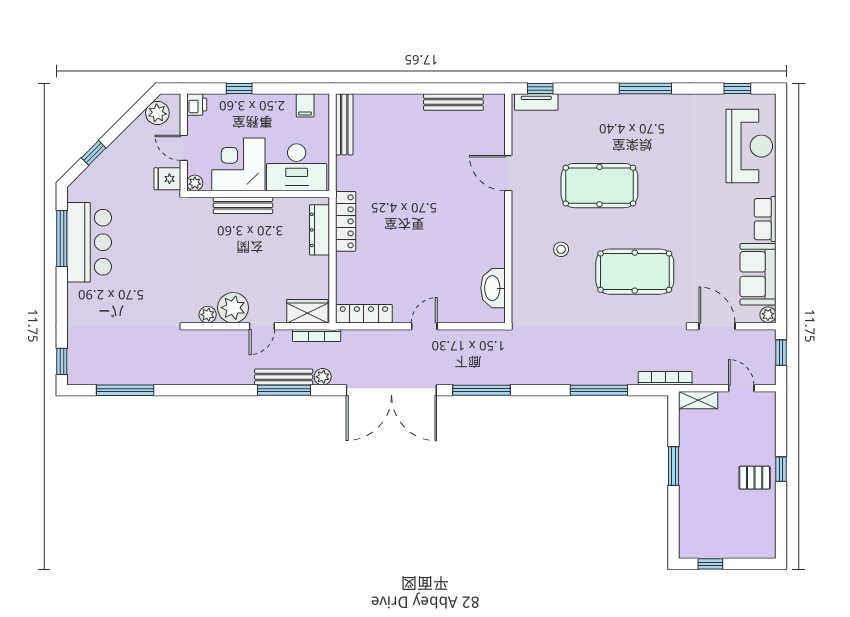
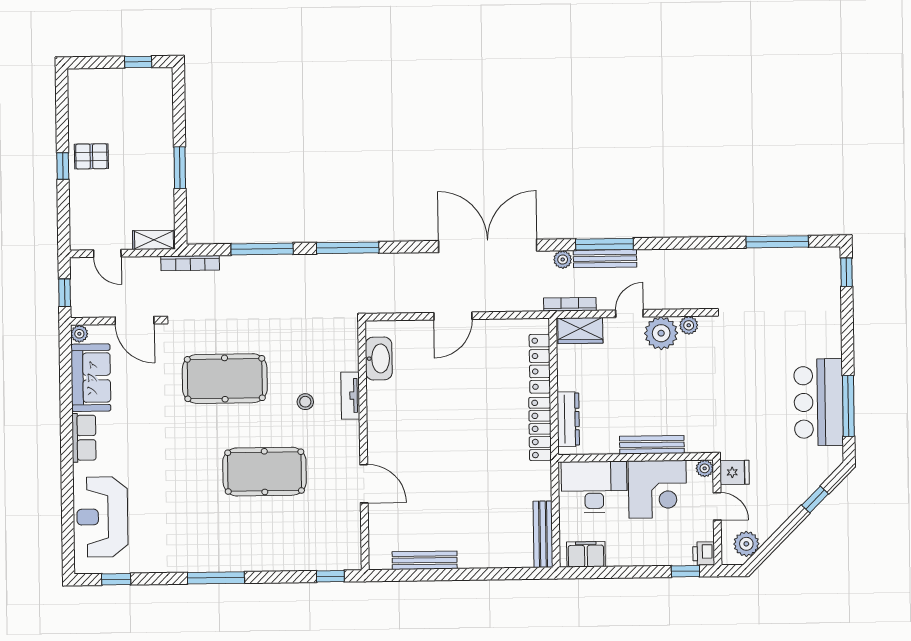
window: (239, 89) -> (685, 571), moved
tv unit: (536, 102) -> (350, 396), moved, turned -90
filing cabinet: (305, 105) -> (586, 554), width x2.00
locker: (364, 314) -> (540, 364), moved, turned 90
door: (424, 326) -> (453, 316), width x1.38
window: (482, 390) -> (348, 248), moved

